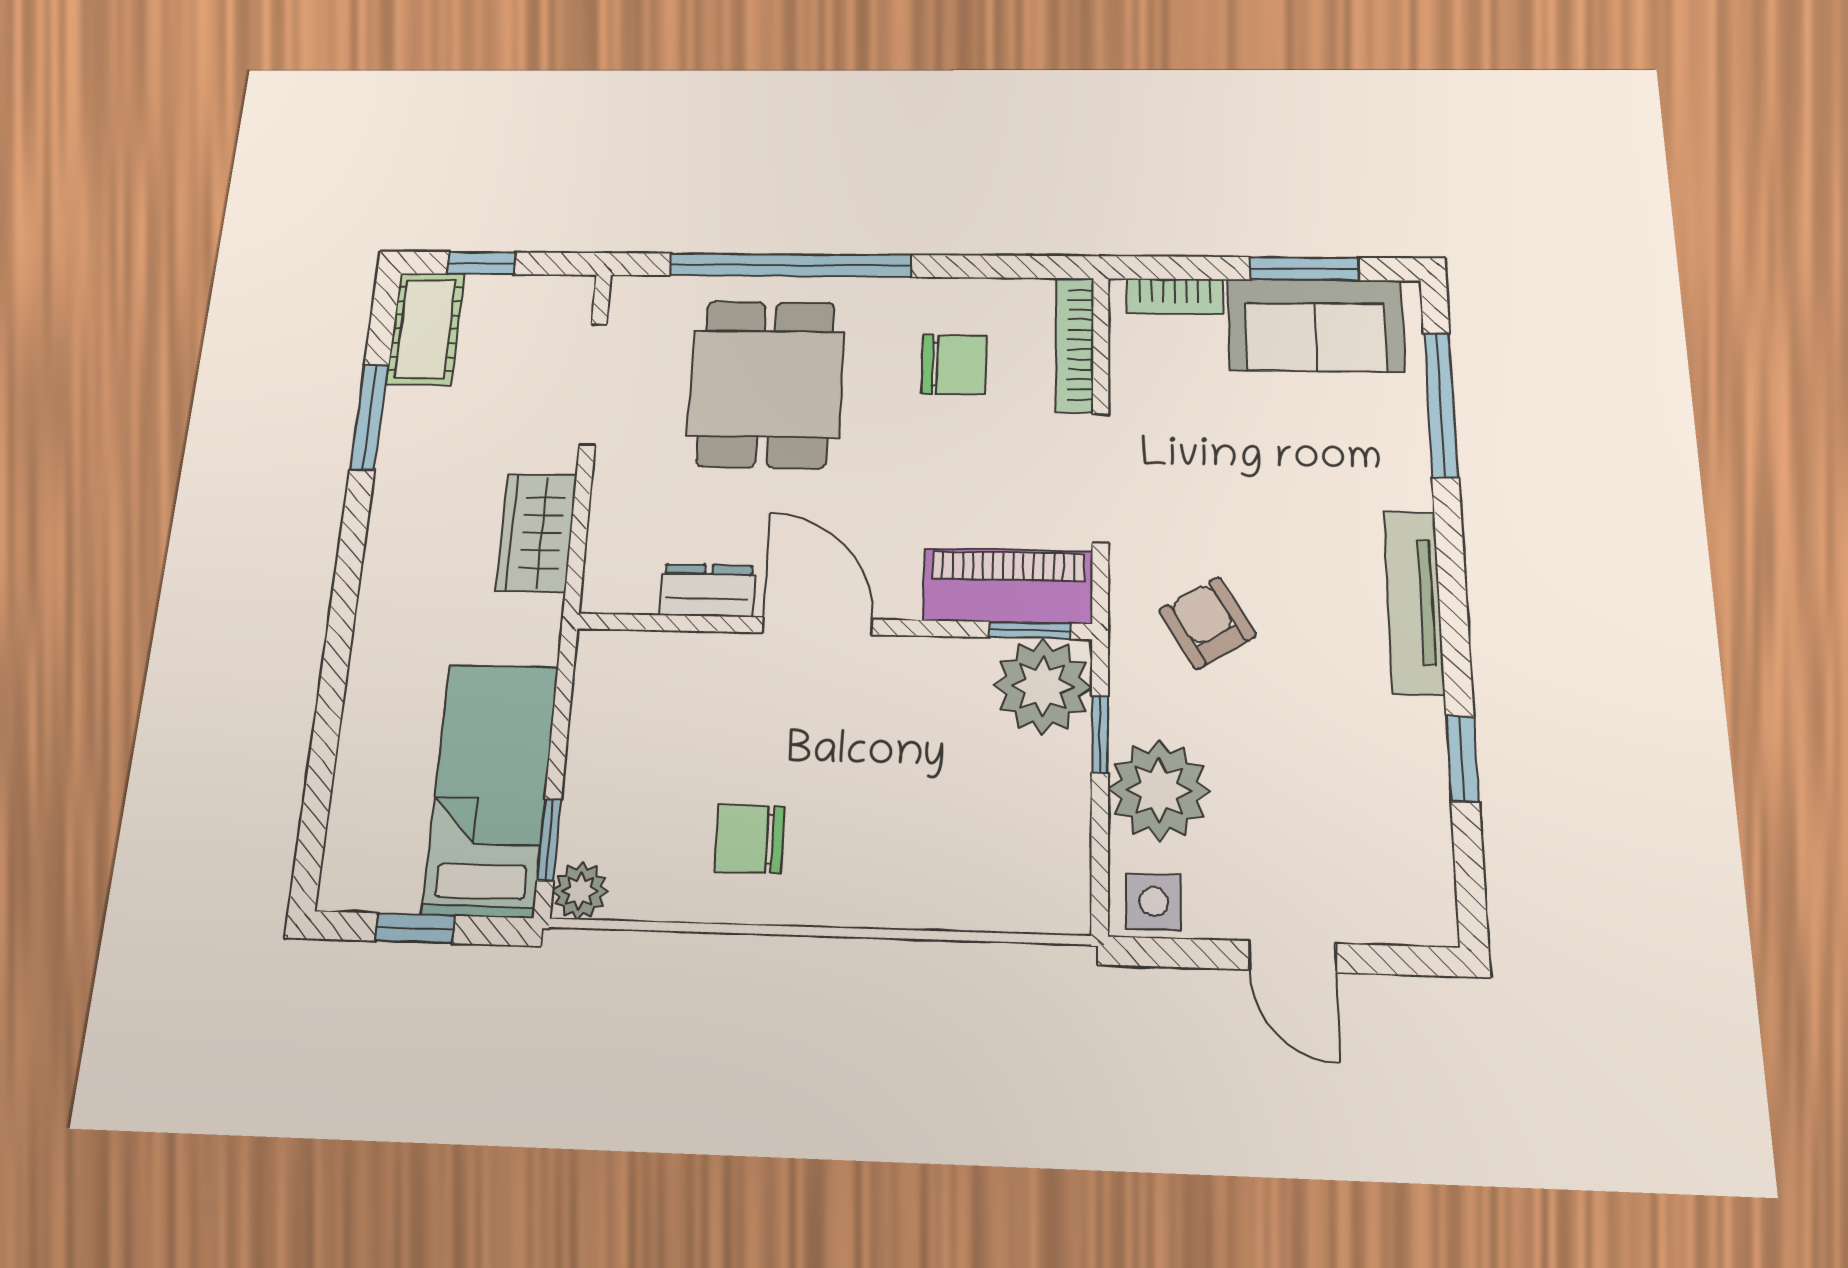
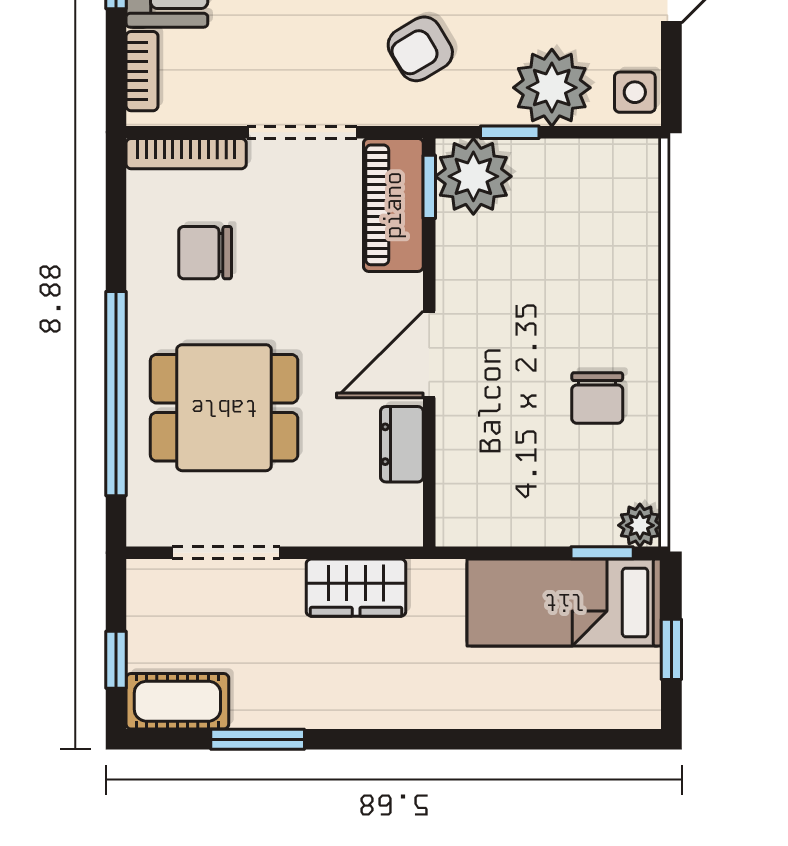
chair: (954, 364) -> (205, 253), turned -90

